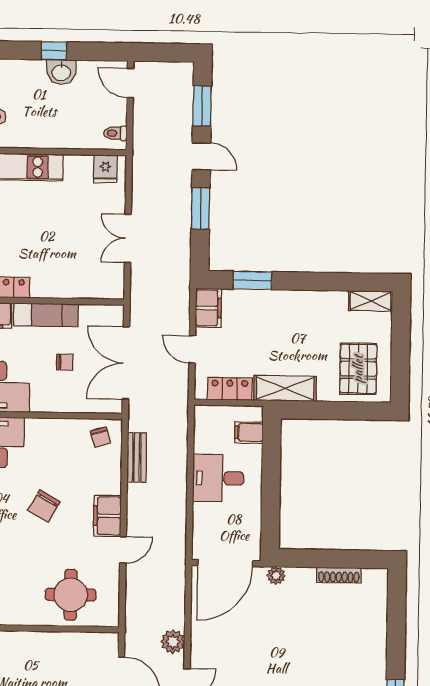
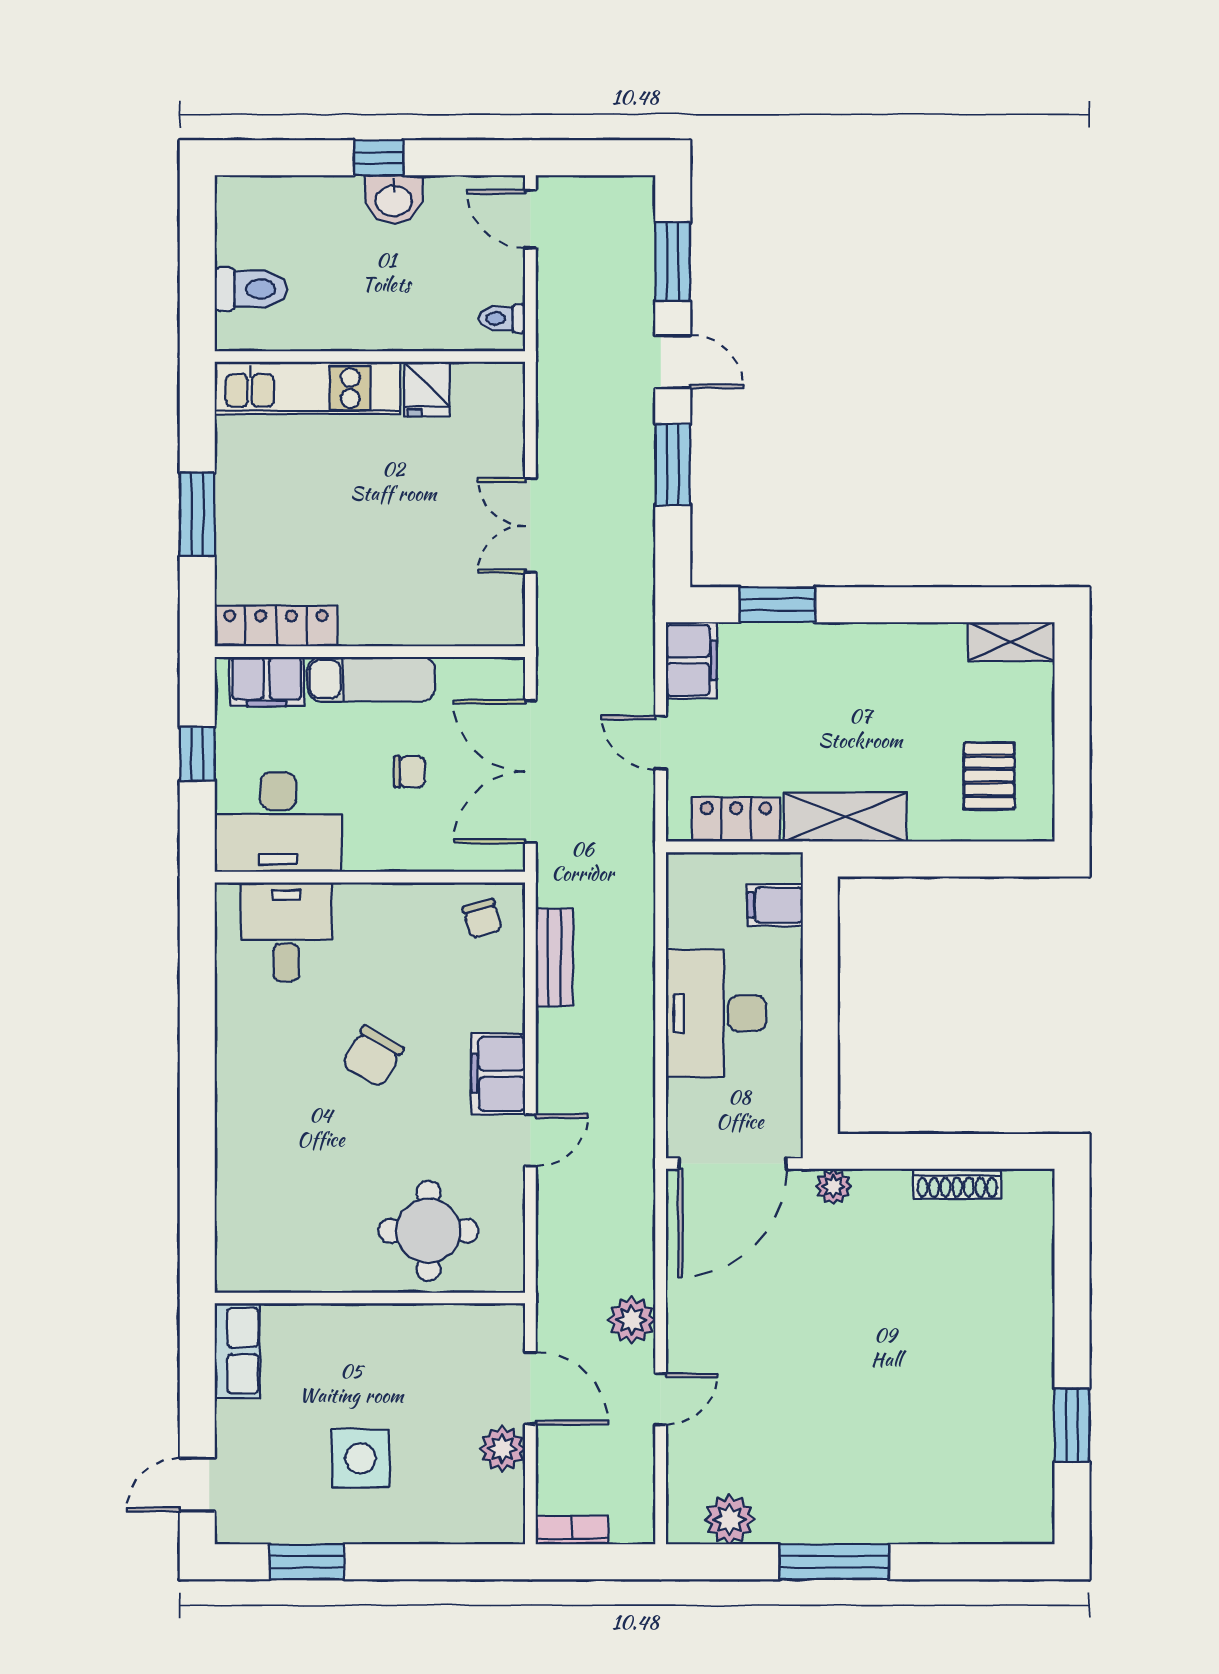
fridge: (105, 169) -> (427, 389), moved
pallet: (358, 369) -> (989, 776), width x0.67, depth x0.71
desk: (218, 478) -> (716, 1013), width x1.37

